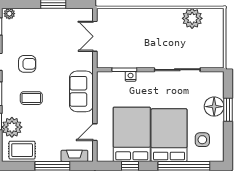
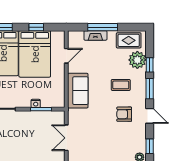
double door: (95, 36) -> (66, 138), swing flipped
fireplace: (74, 156) -> (95, 35), moved

